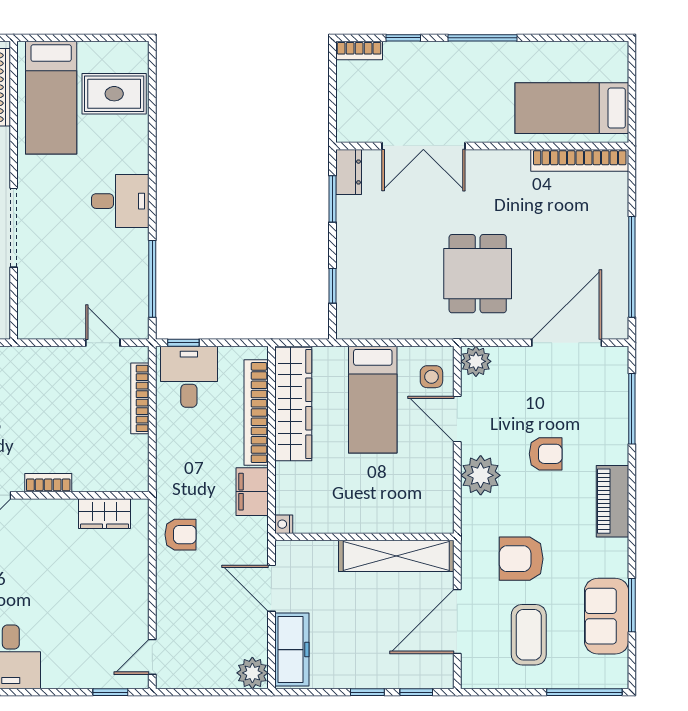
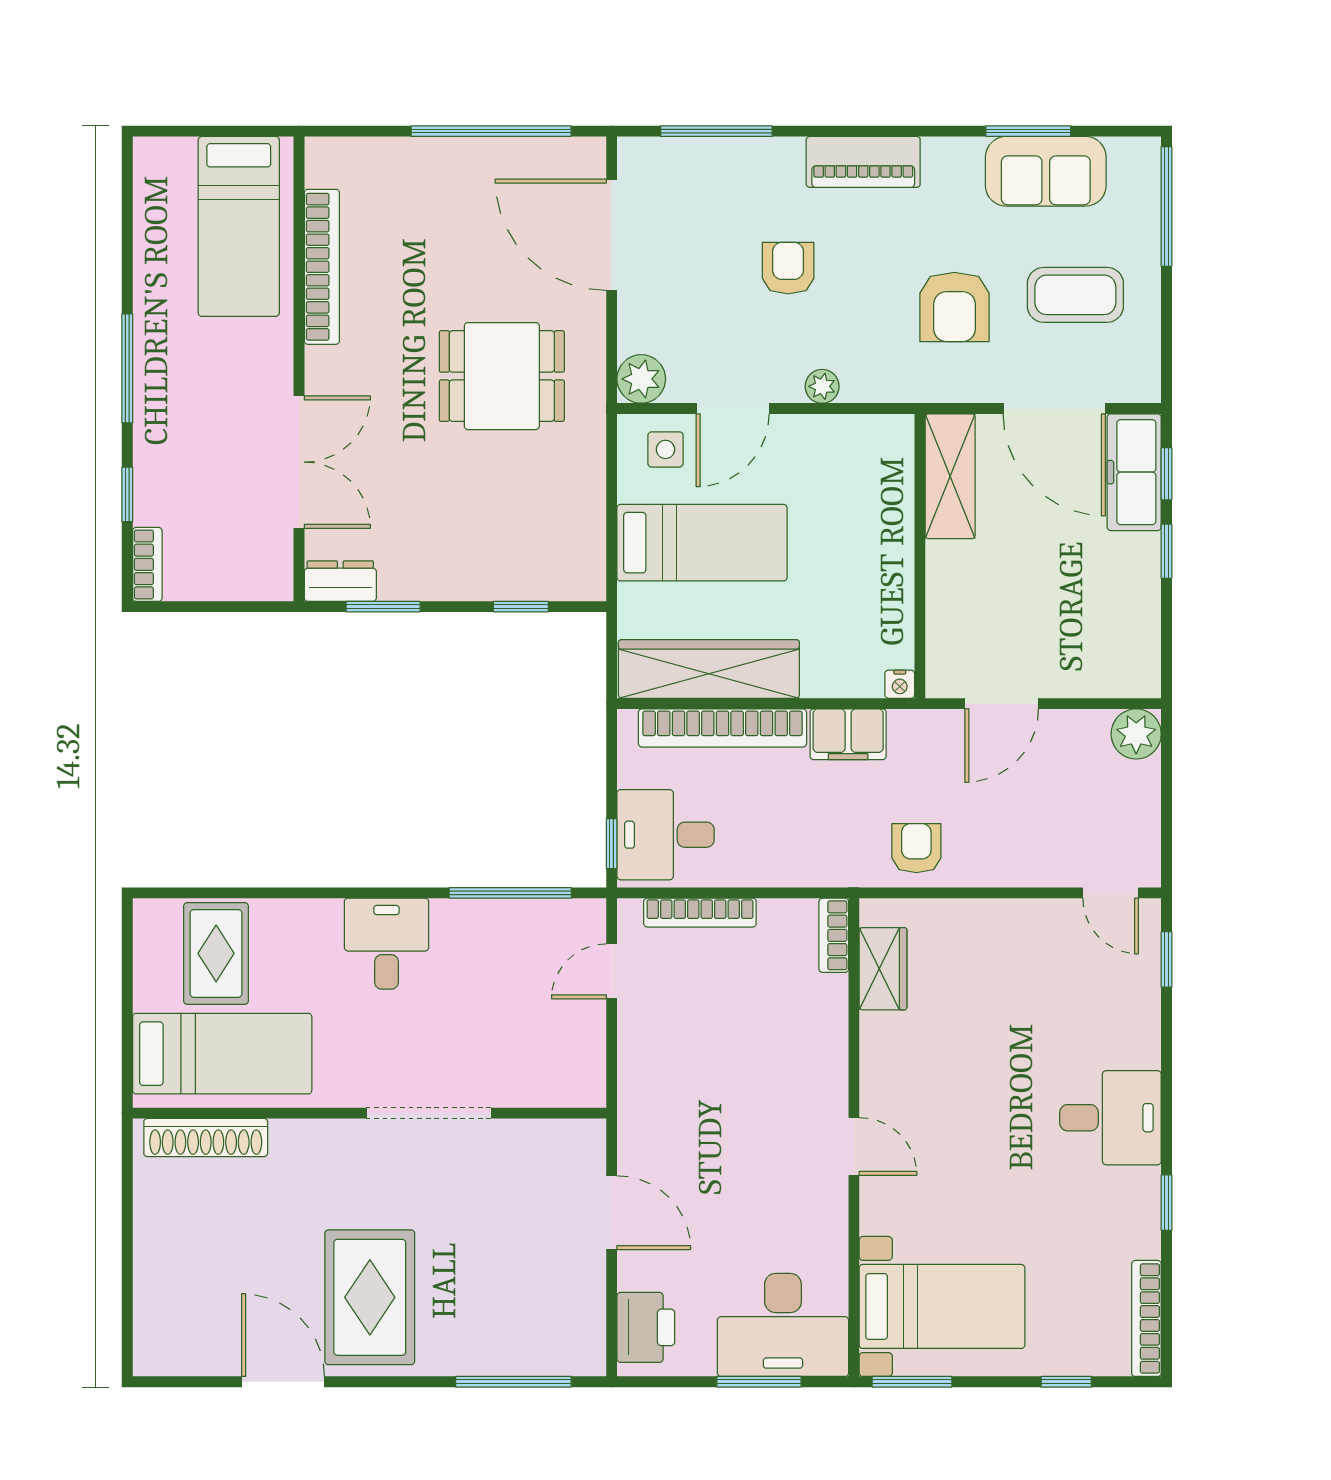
bookcase: (580, 160) -> (322, 267), moved
plant: (481, 475) -> (822, 386), width x0.53, depth x0.53
bookcase: (48, 483) -> (834, 935), moved
shelving: (396, 556) -> (950, 476), width x0.68
freezer: (292, 650) -> (1134, 472), moved, turned -90

